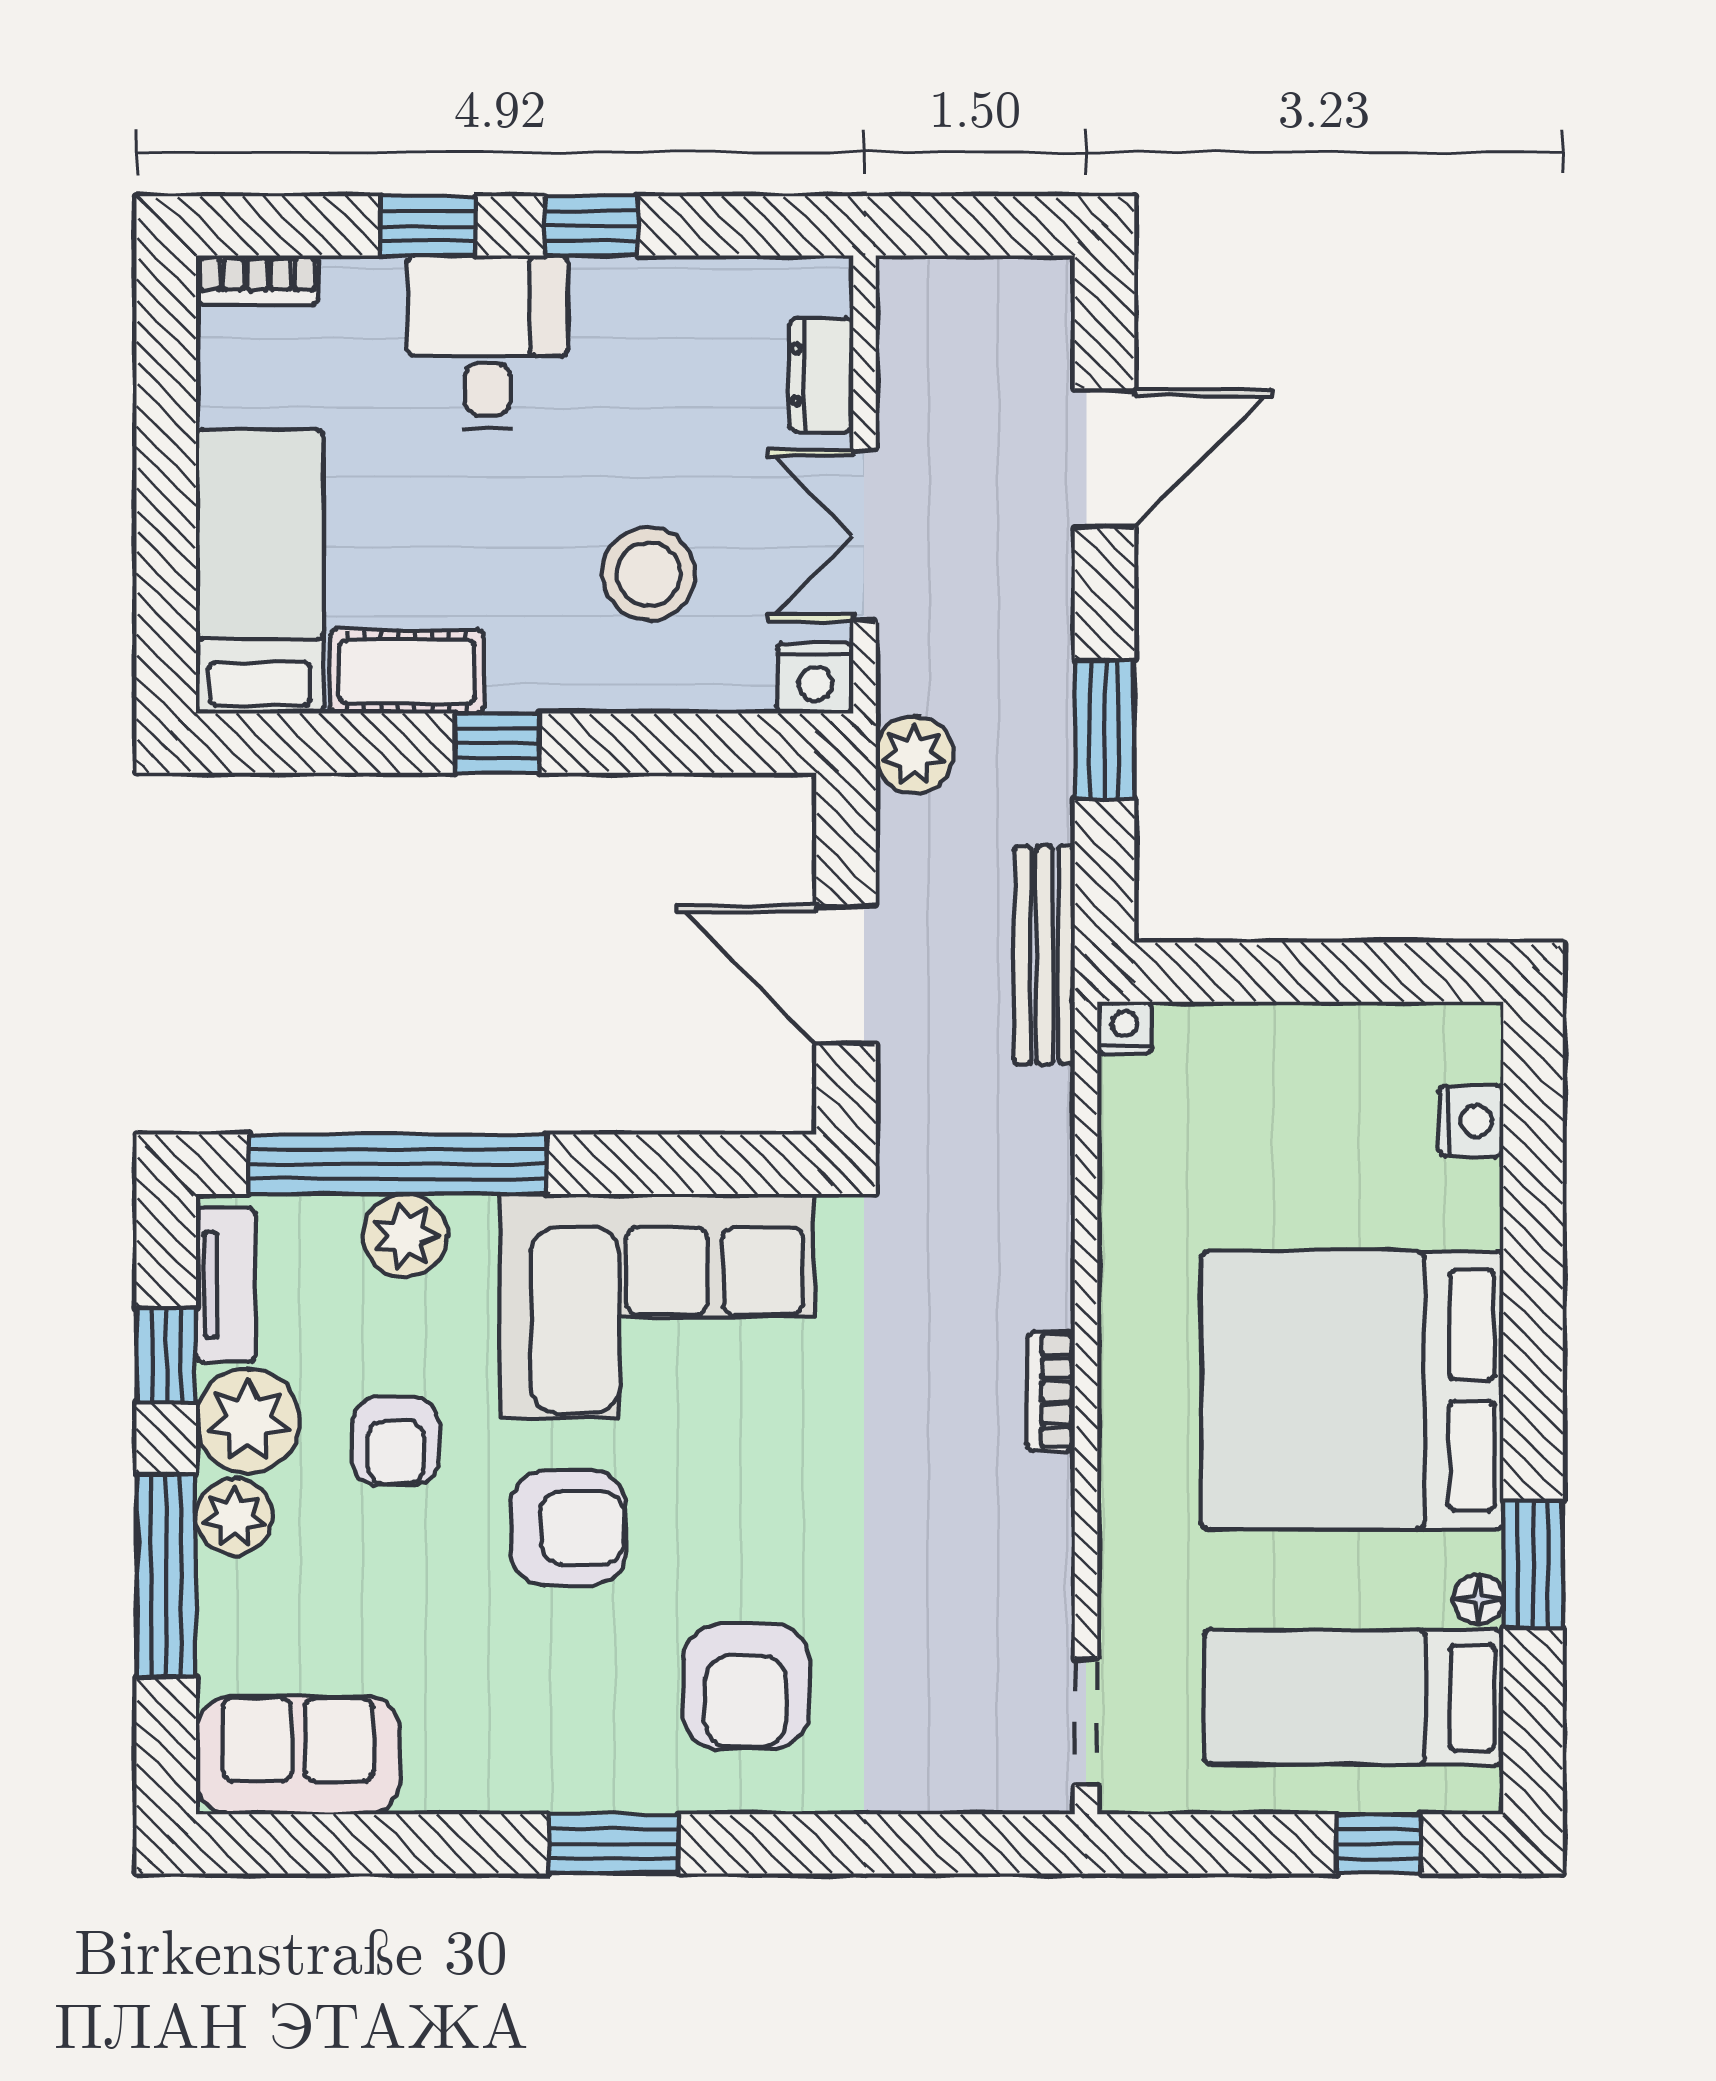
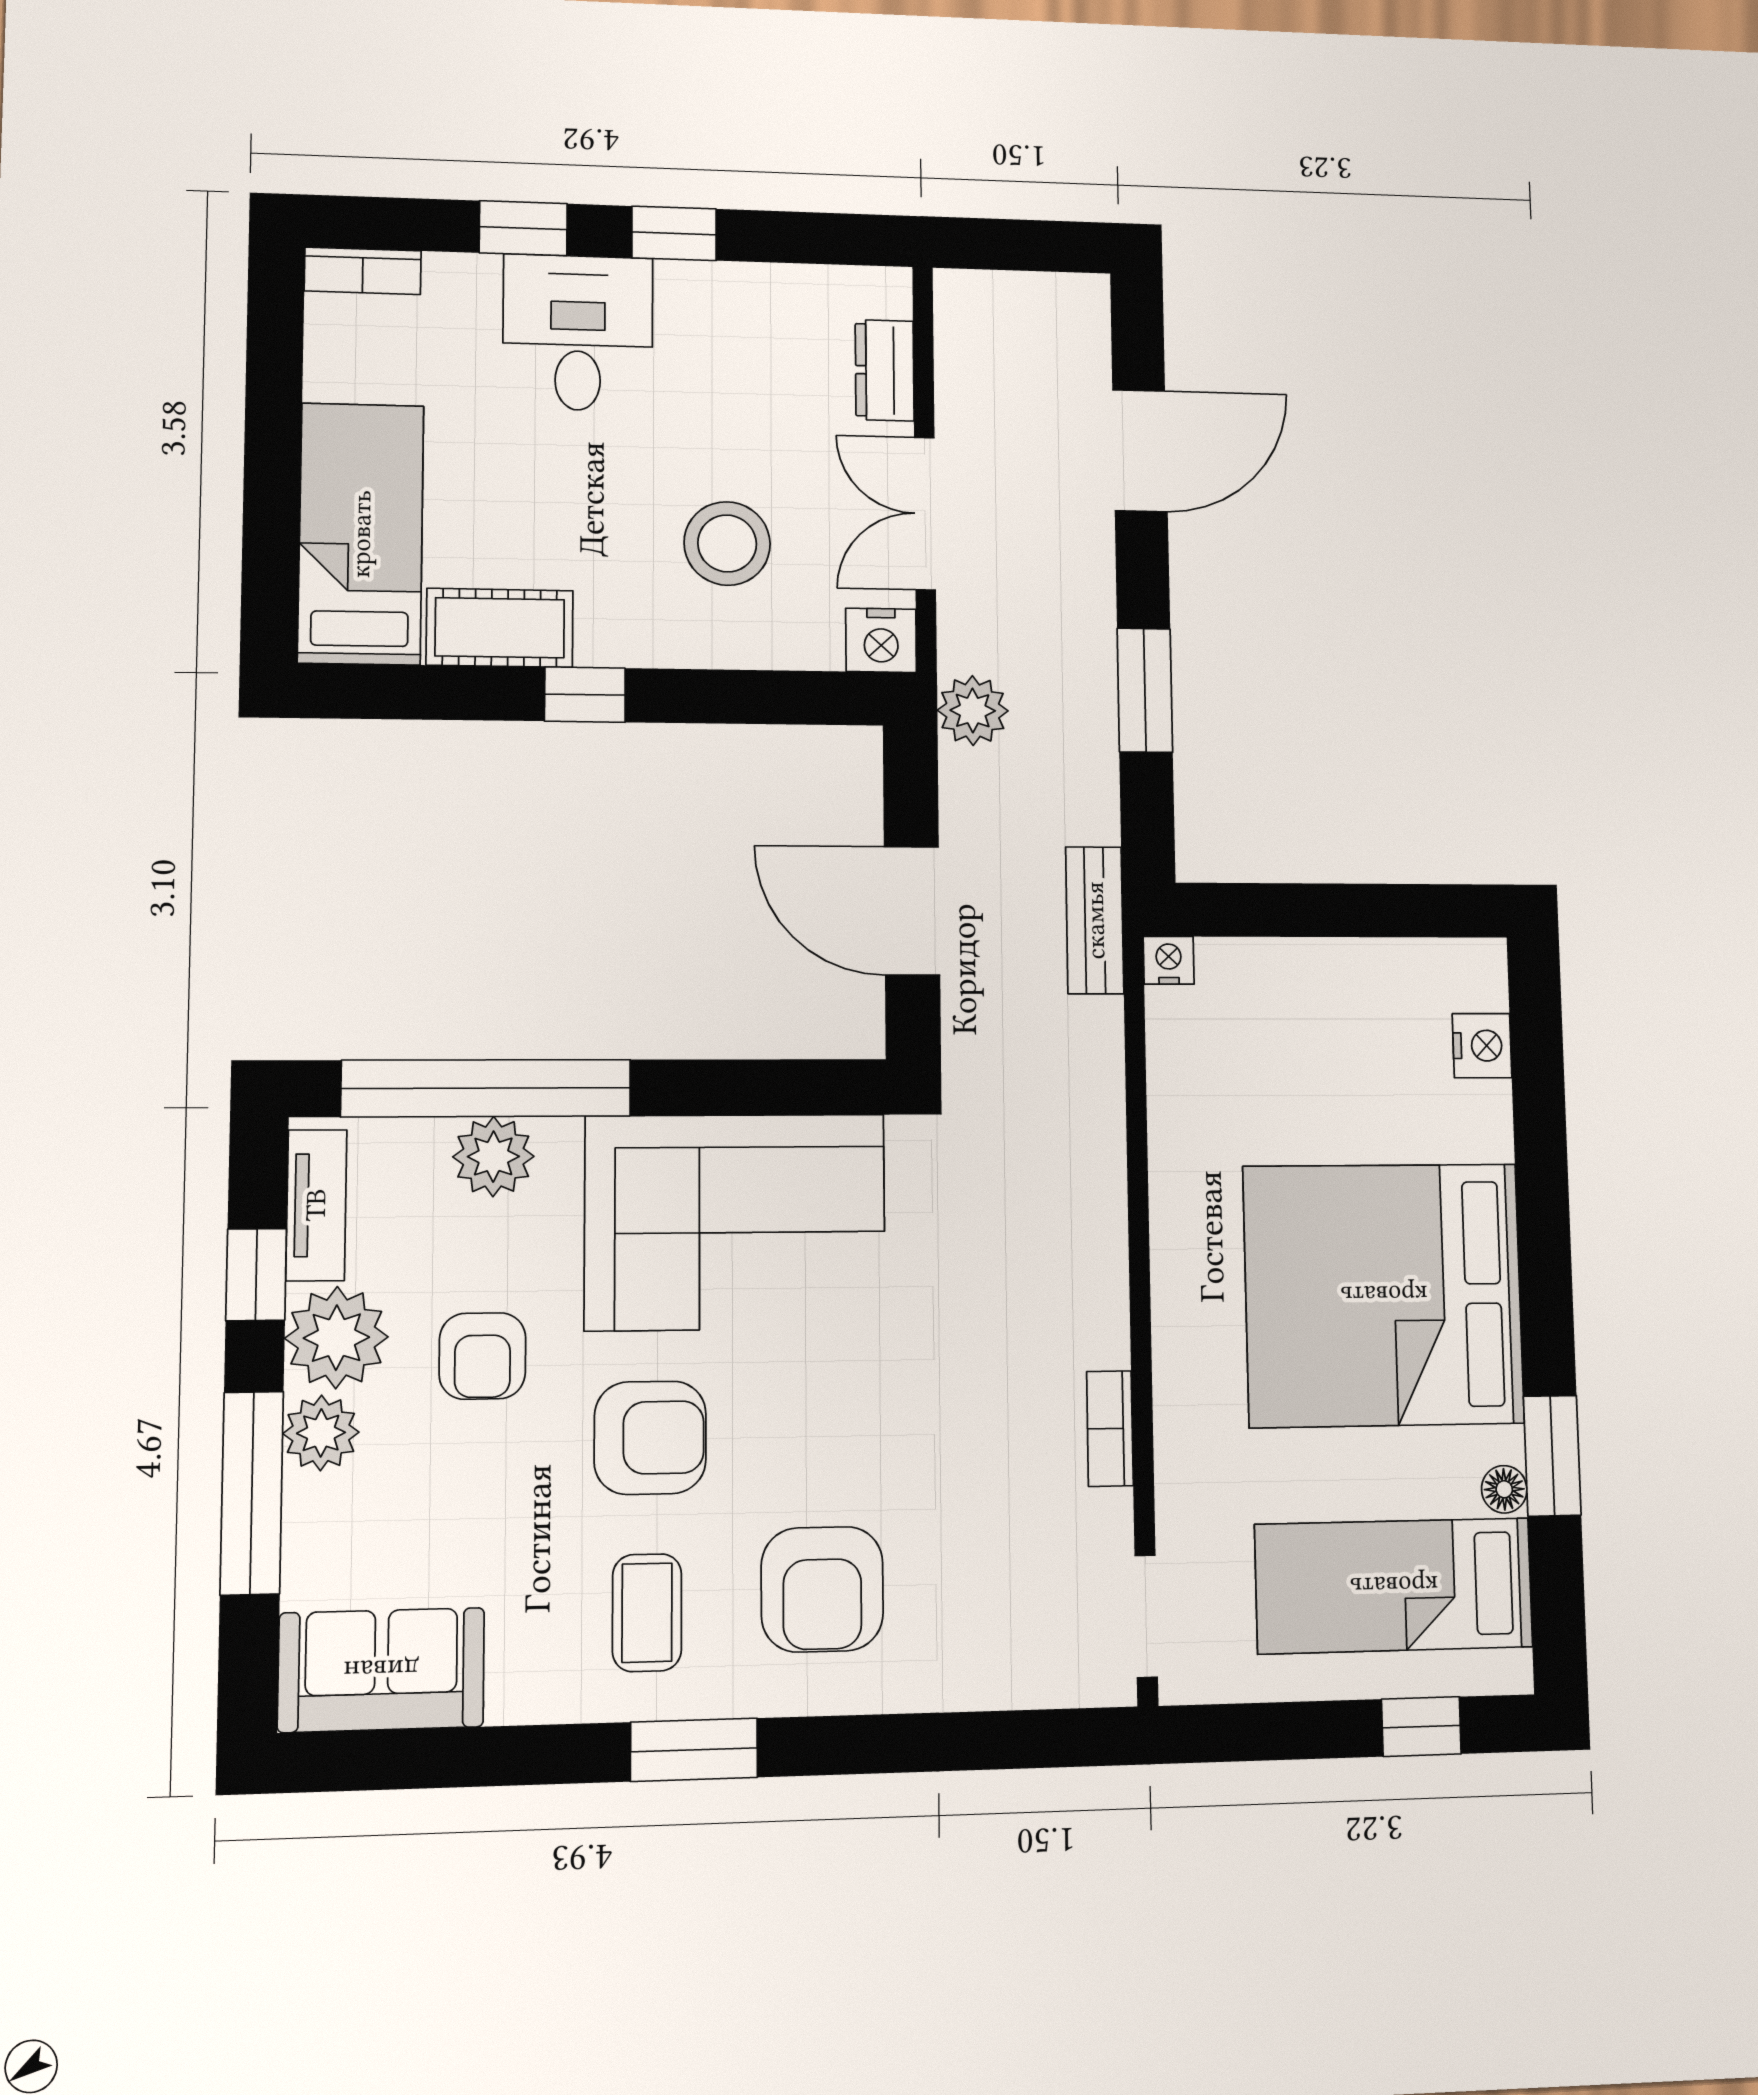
bench: (1044, 955) -> (1095, 920), width x0.73
bookcase: (1051, 1391) -> (1110, 1429), moved
coffee table: (565, 1705) -> (647, 1613), added

